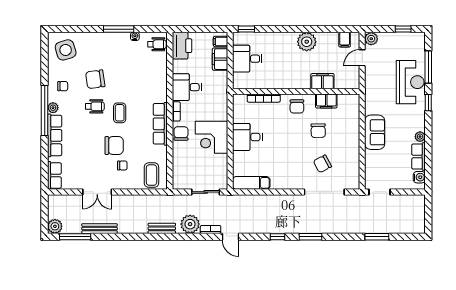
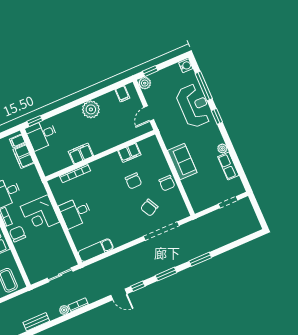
window: (403, 29) -> (150, 71), moved
door: (362, 58) -> (149, 114), moved
desk: (247, 59) -> (42, 135), moved
filing cabinet: (322, 81) -> (81, 154), moved
chair: (297, 106) -> (167, 183), moved
corner desk: (211, 137) -> (40, 214), moved
water cooler: (419, 177) -> (186, 66), moved
doorway: (379, 192) -> (228, 202), moved
plant: (190, 224) -> (64, 310), width x0.53, depth x0.53
door: (230, 237) -> (119, 294), moved
window: (377, 237) -> (200, 259), moved

